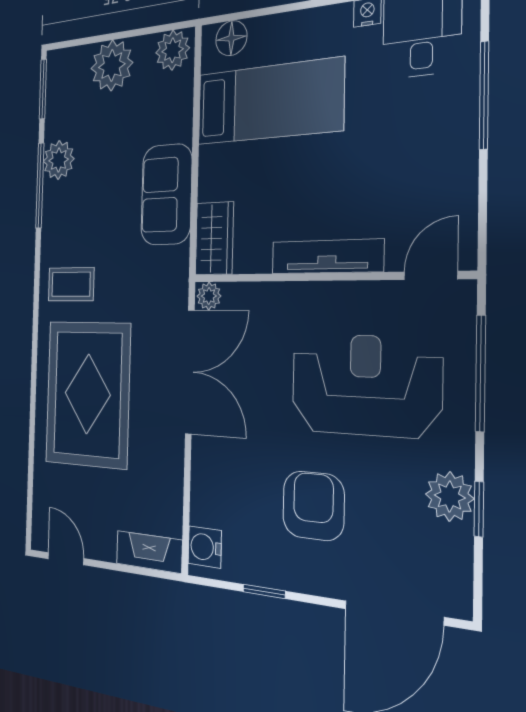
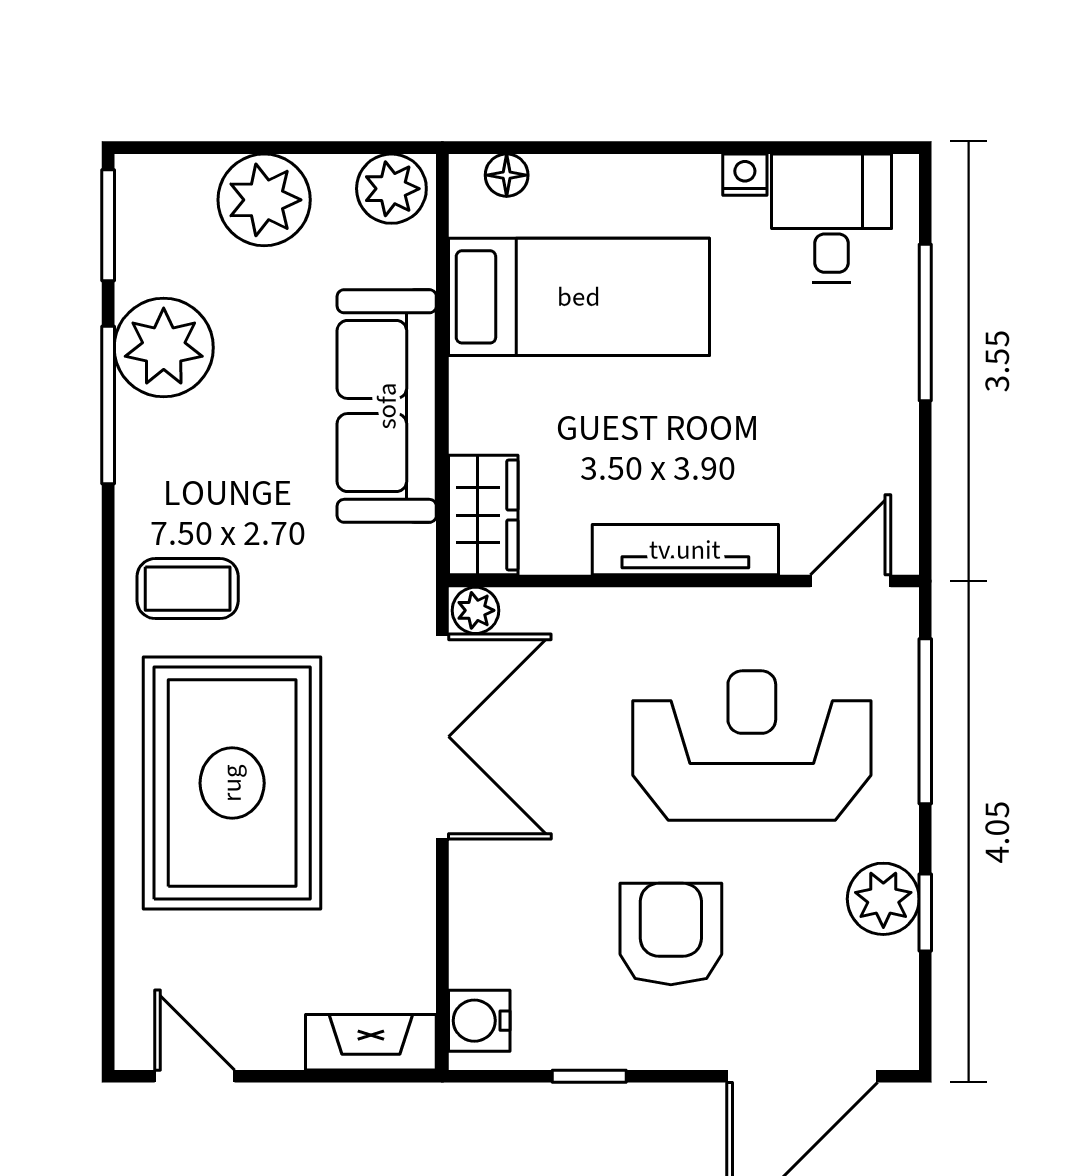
floor lamp: (231, 38) -> (507, 175), width x0.73, depth x0.73
plant: (59, 160) -> (164, 348), width x1.36, depth x1.36
sofa: (166, 194) -> (387, 406), width x1.36

